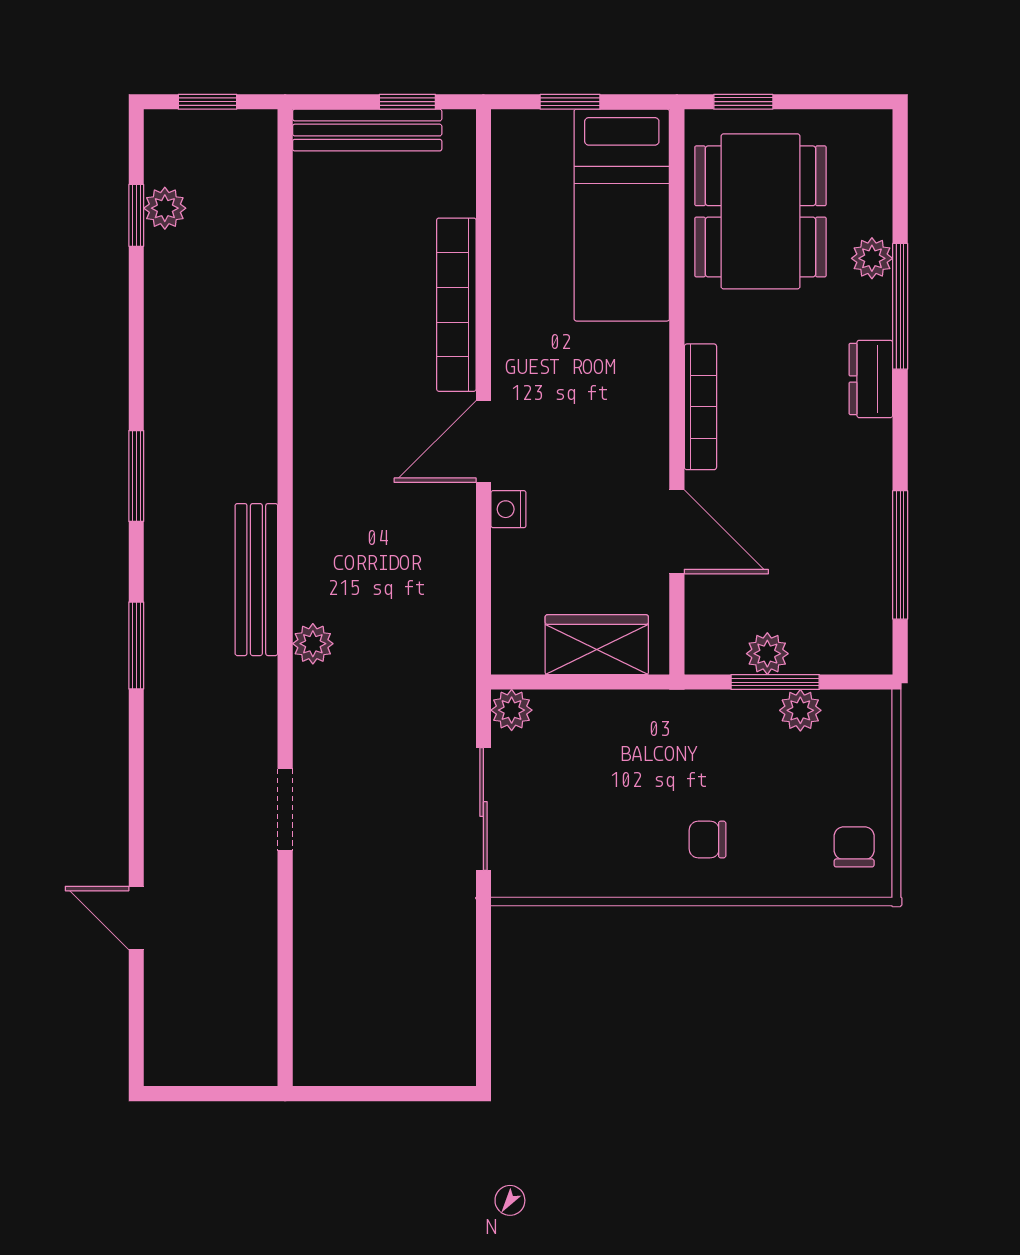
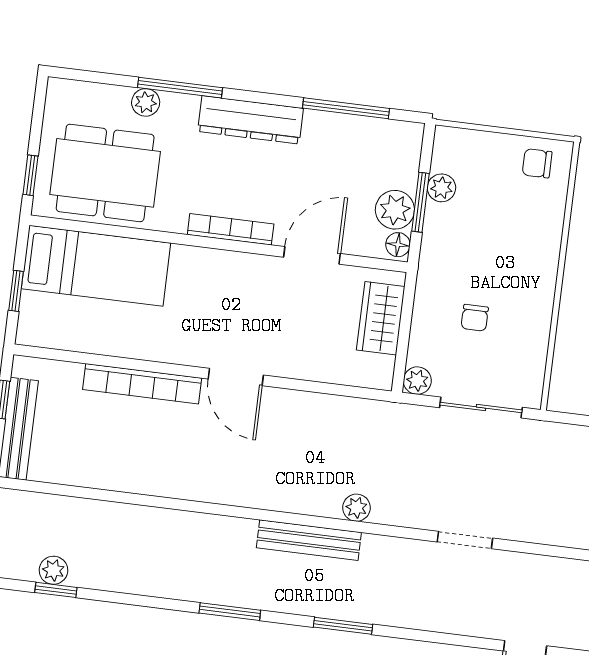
dresser: (871, 379) -> (251, 120), width x1.96, depth x1.24
nightstand: (508, 509) -> (283, 366), removed
plant: (767, 654) -> (395, 210), width x1.38, depth x1.38
floor lamp: (709, 657) -> (398, 245), added
chair: (708, 840) -> (475, 318), moved

